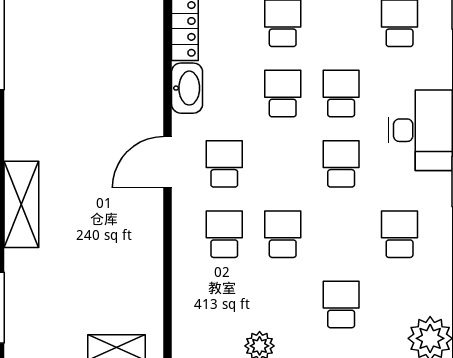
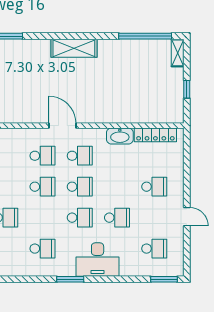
school desk: (283, 94) -> (80, 187), moved
door: (168, 162) -> (62, 126), moved
shelving: (21, 204) -> (74, 48), moved

